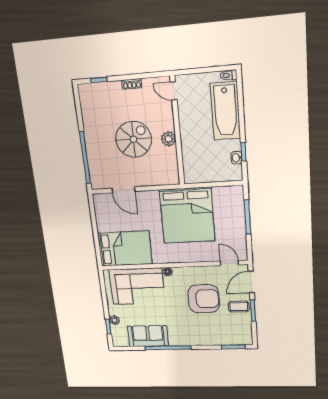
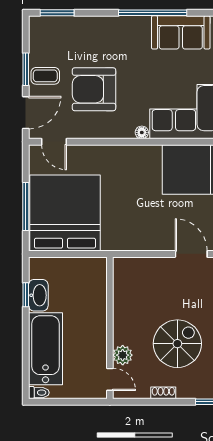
spiral stairs: (134, 139) -> (177, 344), moved, turned 180
plant: (168, 139) -> (123, 355), moved
washbasin: (236, 158) -> (38, 295), width x1.91, depth x1.45
bed: (187, 215) -> (65, 213), moved

